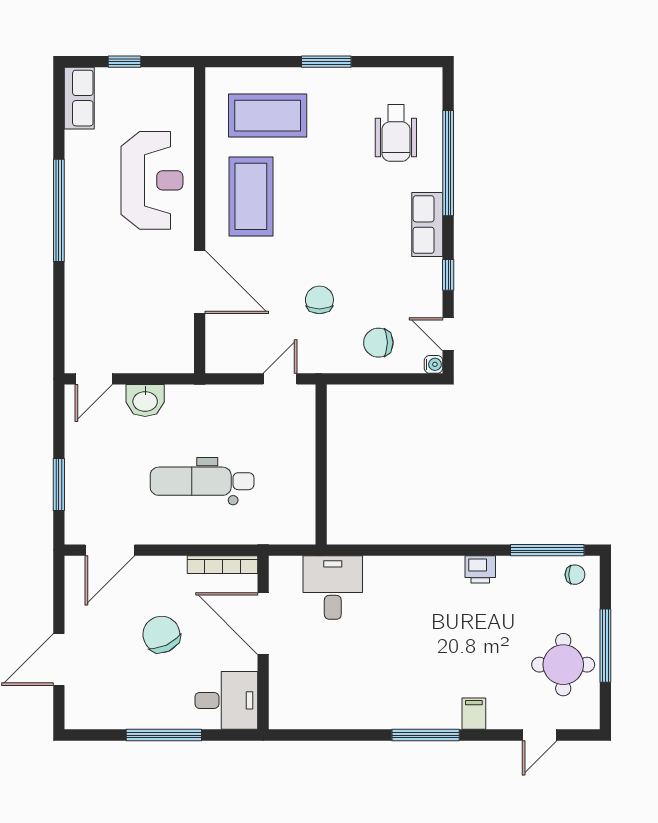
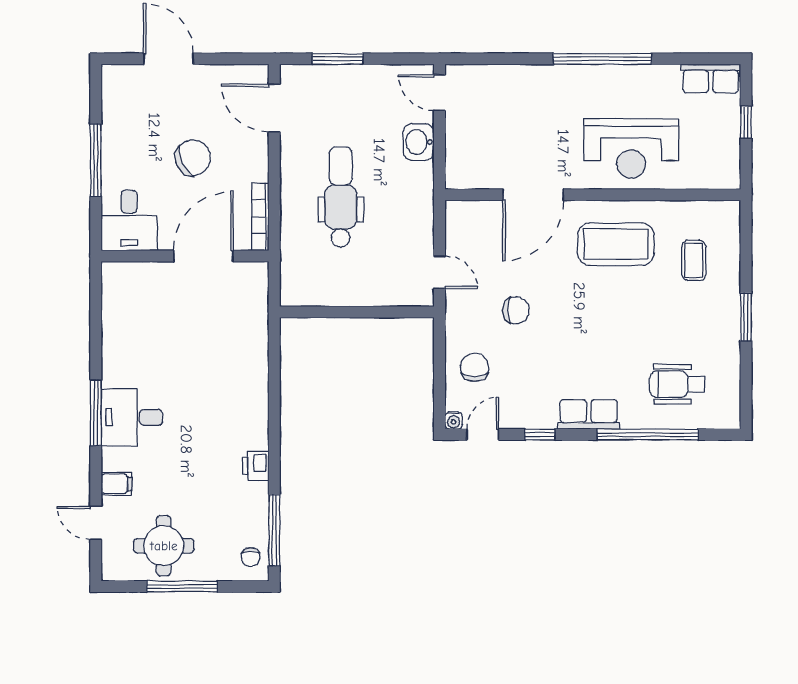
coffee table: (268, 116) -> (694, 260), width x0.54, depth x0.58
desk: (333, 588) -> (132, 417), moved, turned 180
filing cabinet: (474, 714) -> (116, 484), moved

